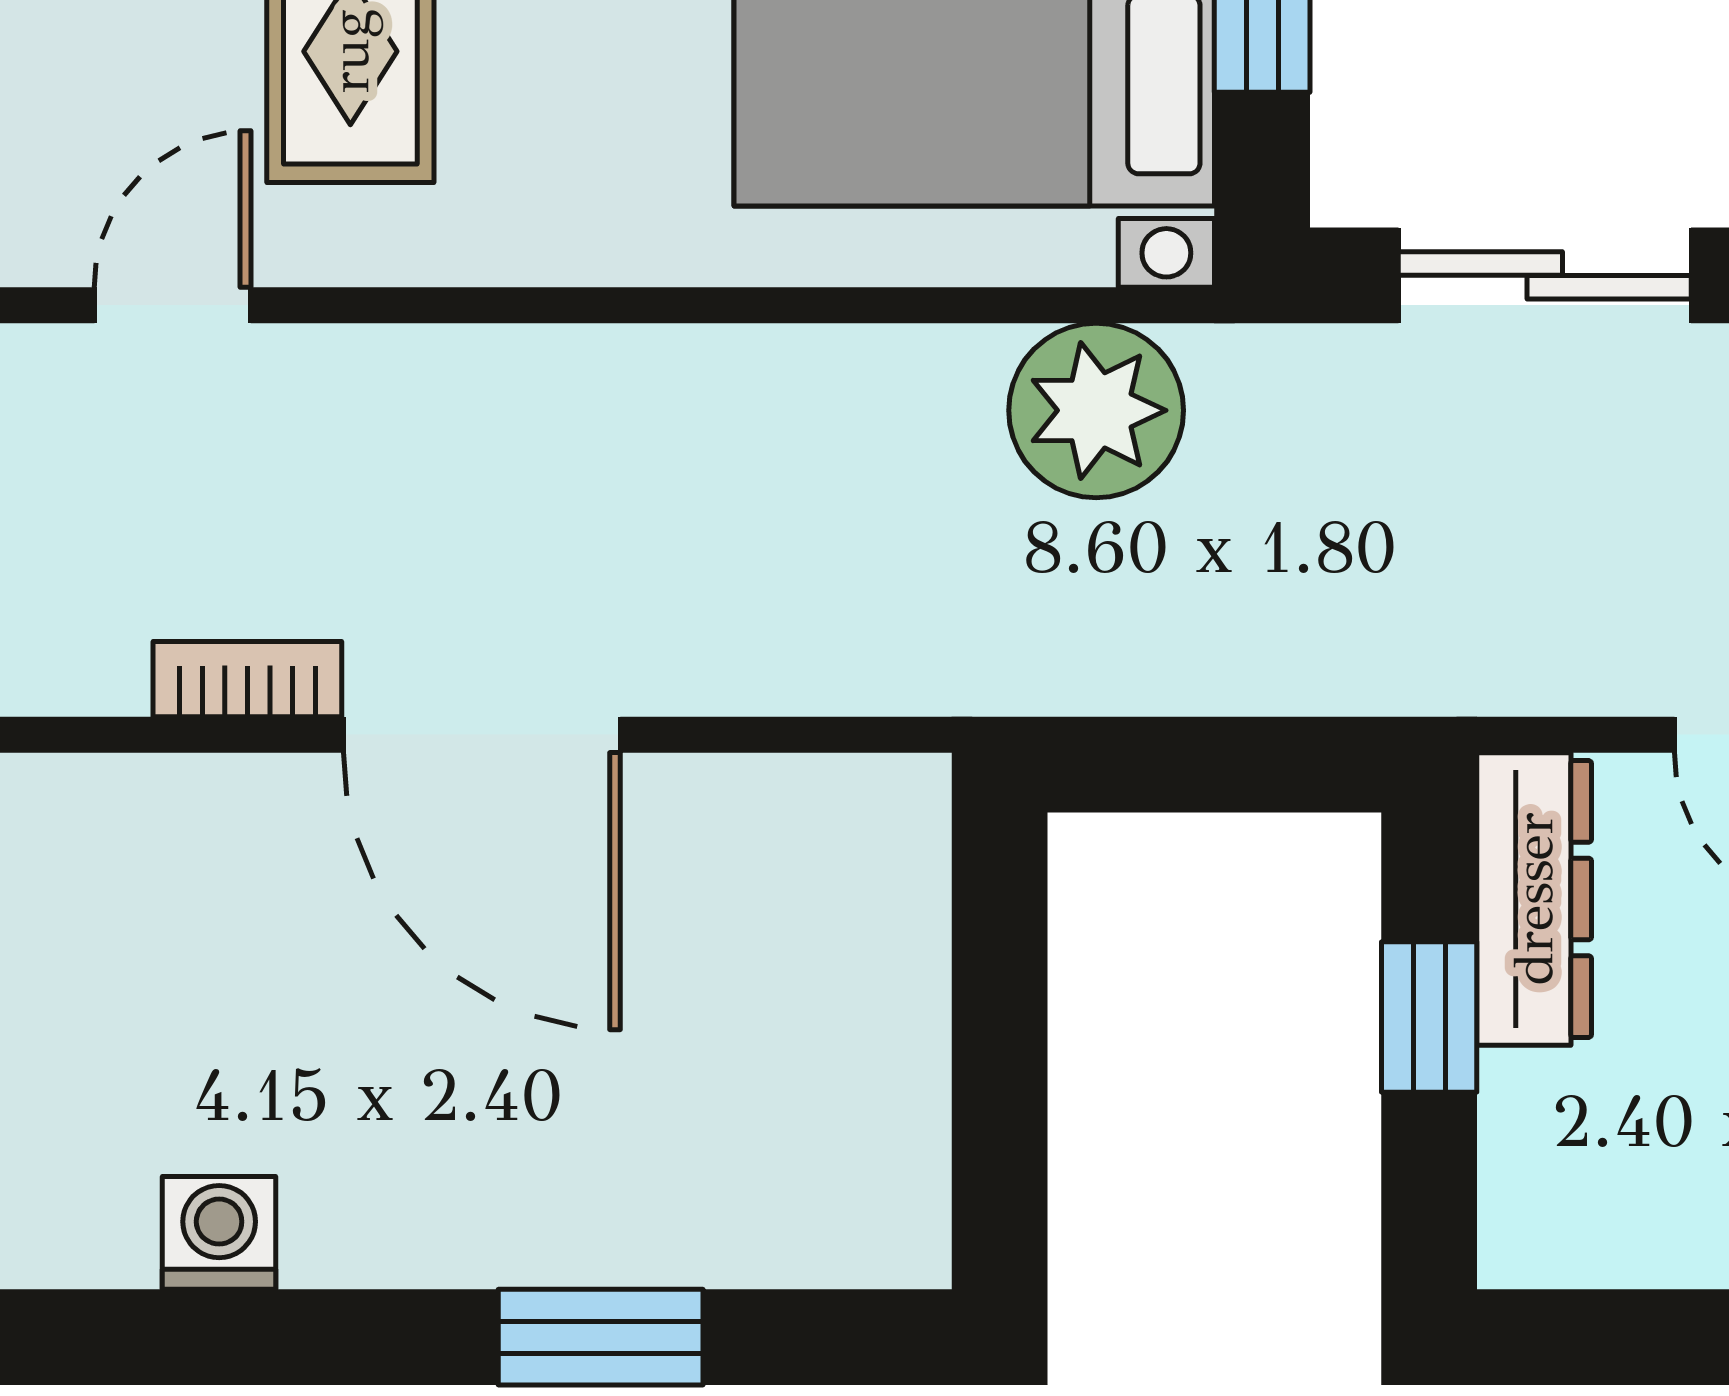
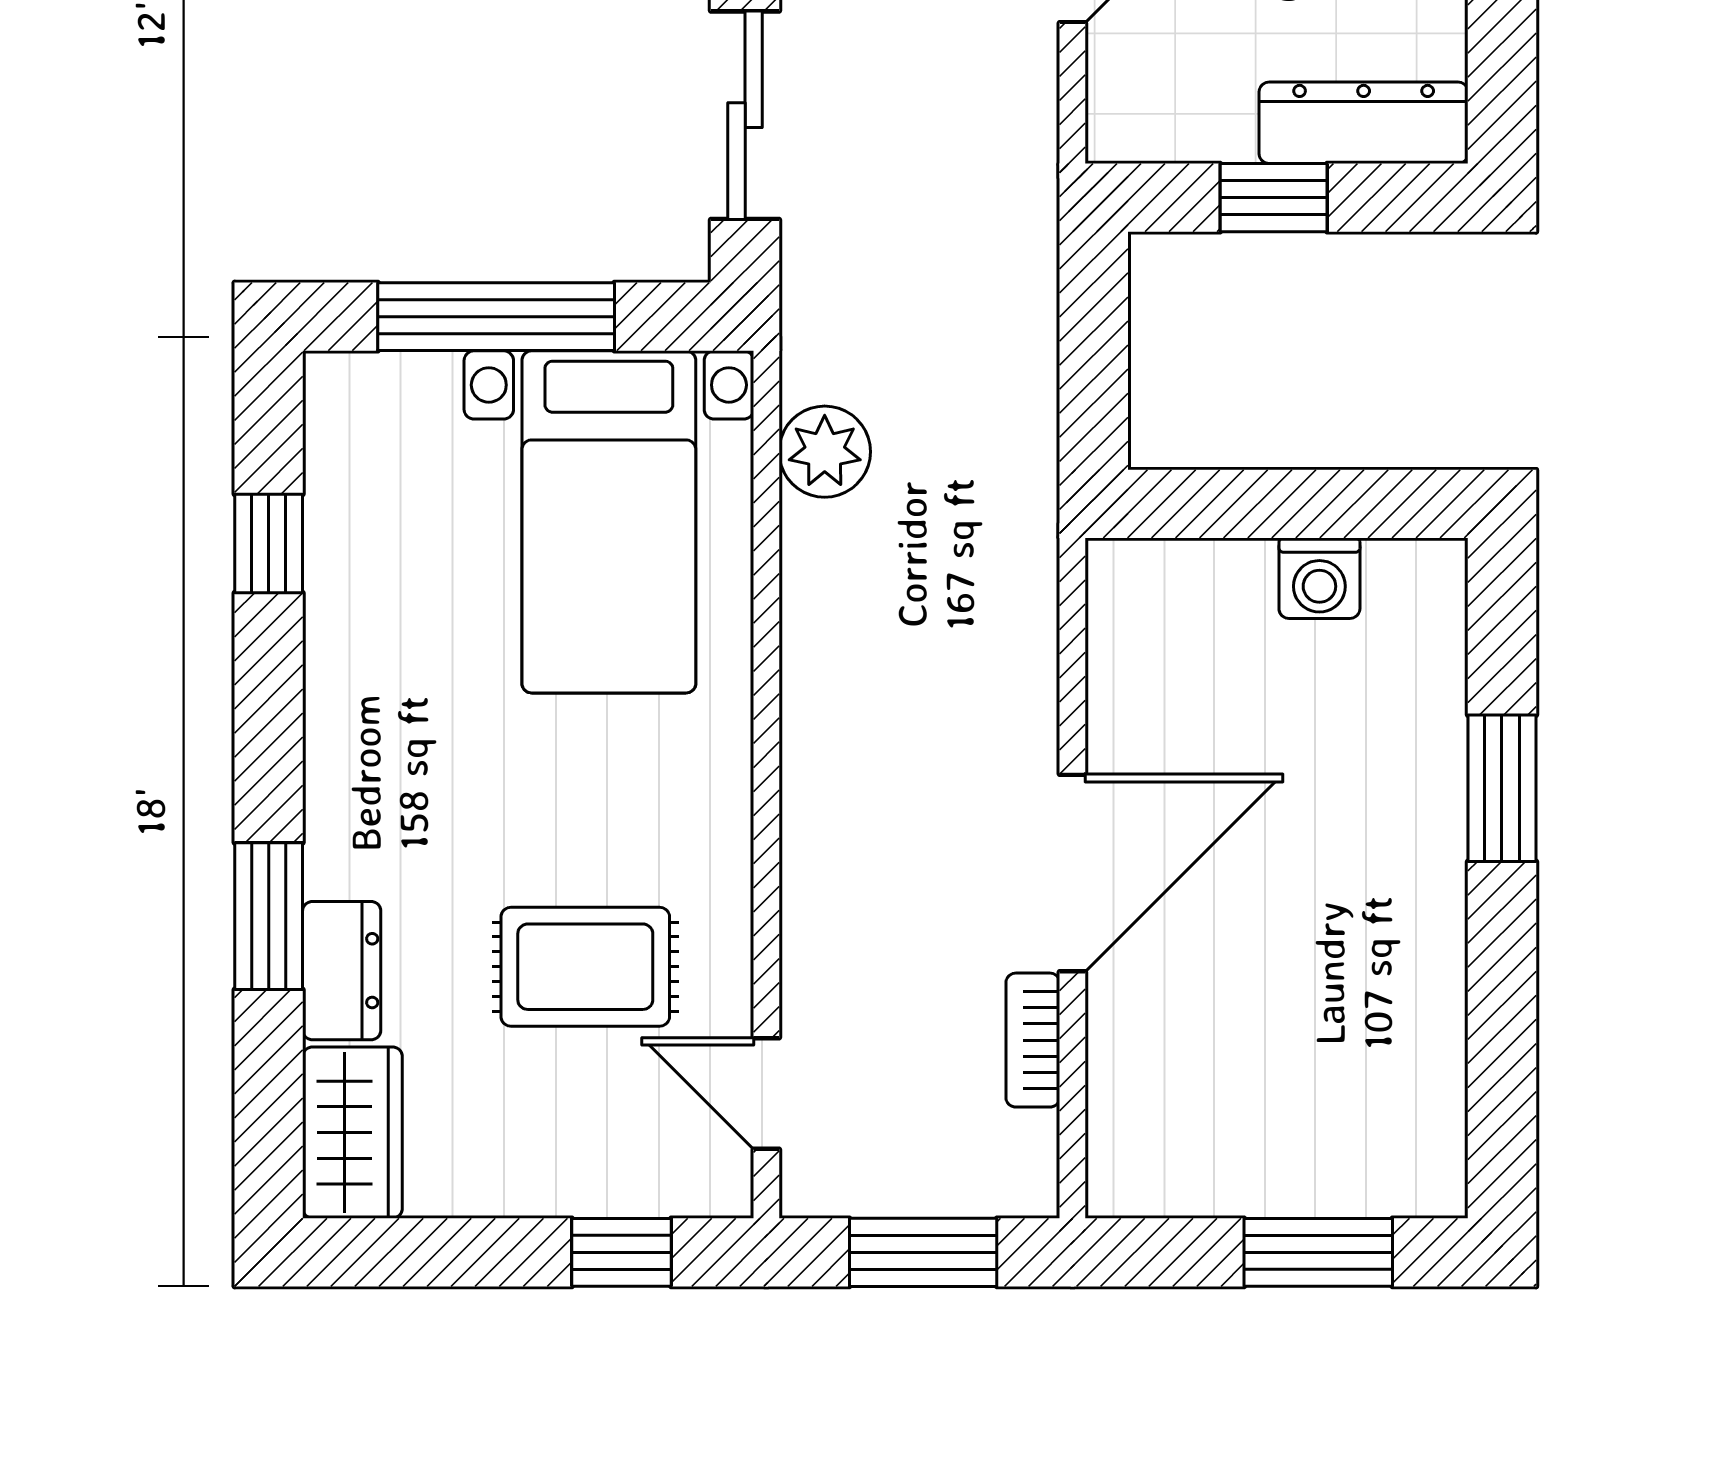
plant: (1096, 410) -> (825, 452), width x0.73, depth x0.73
dresser: (1534, 899) -> (1364, 123), moved
washing machine: (219, 1233) -> (1319, 578), moved, turned -90

